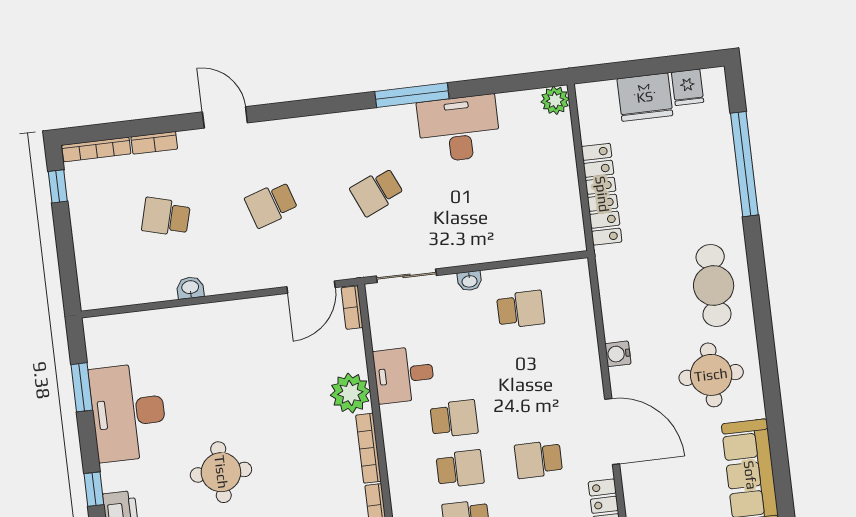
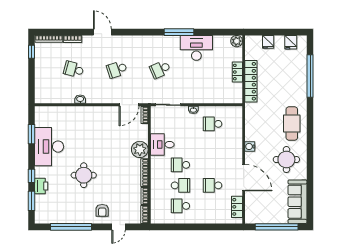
fridge: (645, 97) -> (268, 42), width x0.53, depth x0.75
locker: (566, 176) -> (237, 72), added
school desk: (521, 309) -> (213, 124), turned 180
school desk: (454, 419) -> (180, 165), turned 180

